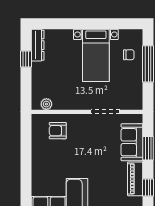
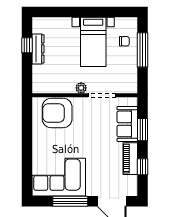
dresser: (38, 45) -> (38, 49), moved
plant: (46, 104) -> (81, 88), moved
armchair: (58, 131) -> (57, 113), width x1.88, depth x1.88

